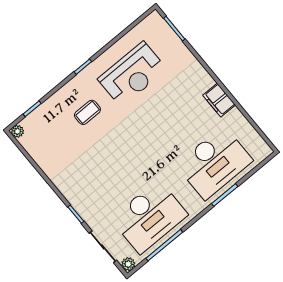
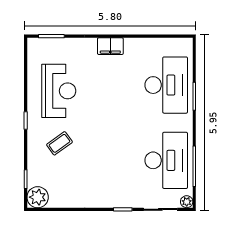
filing cabinet: (219, 100) -> (110, 46), moved
coffee table: (87, 112) -> (59, 143), turned 54
plant: (17, 131) -> (38, 197), width x1.87, depth x1.87

